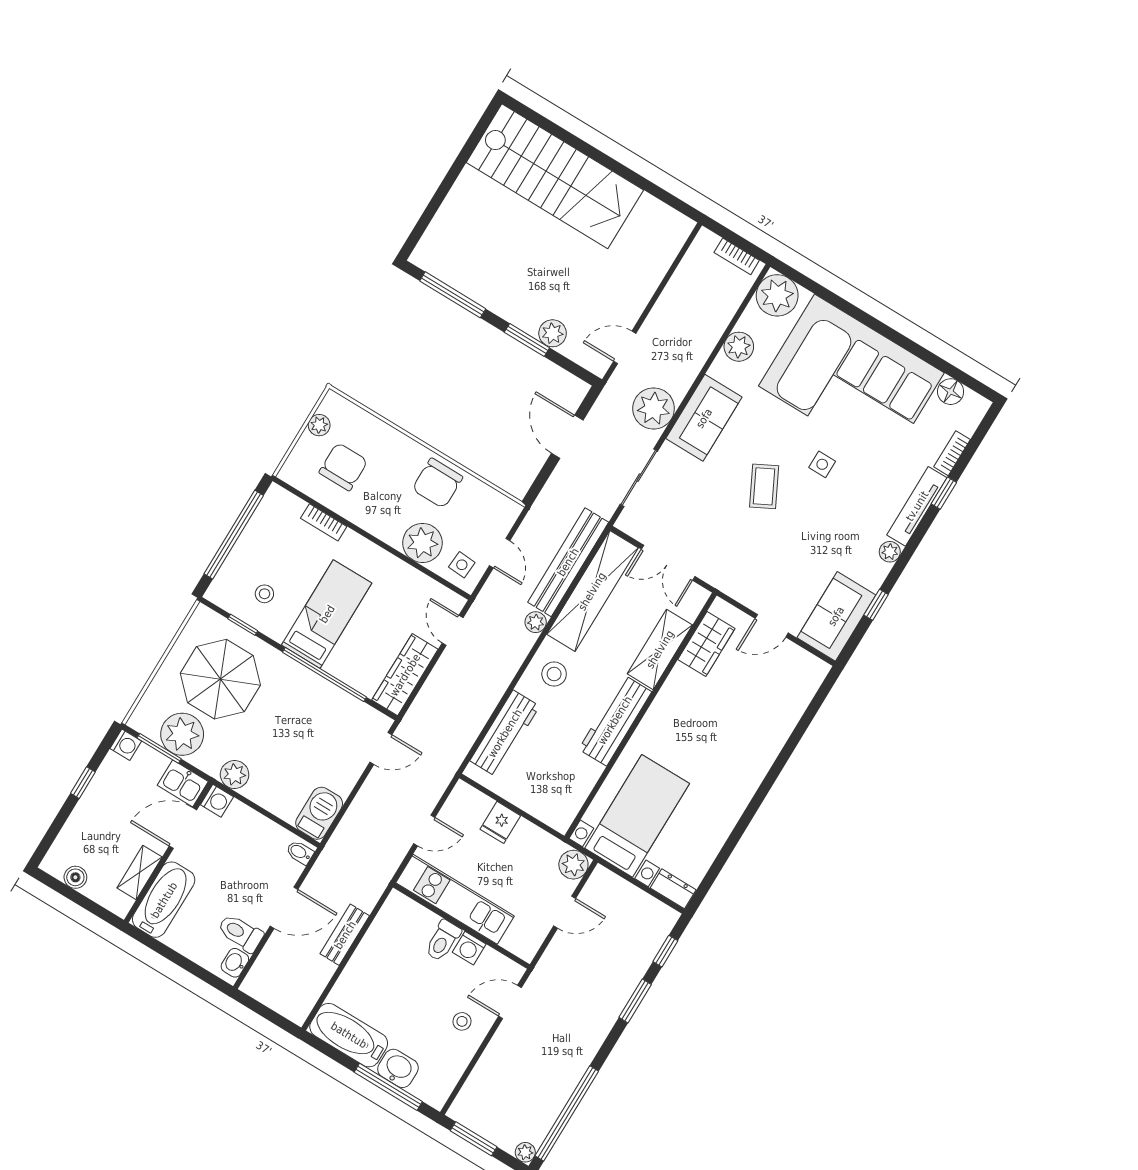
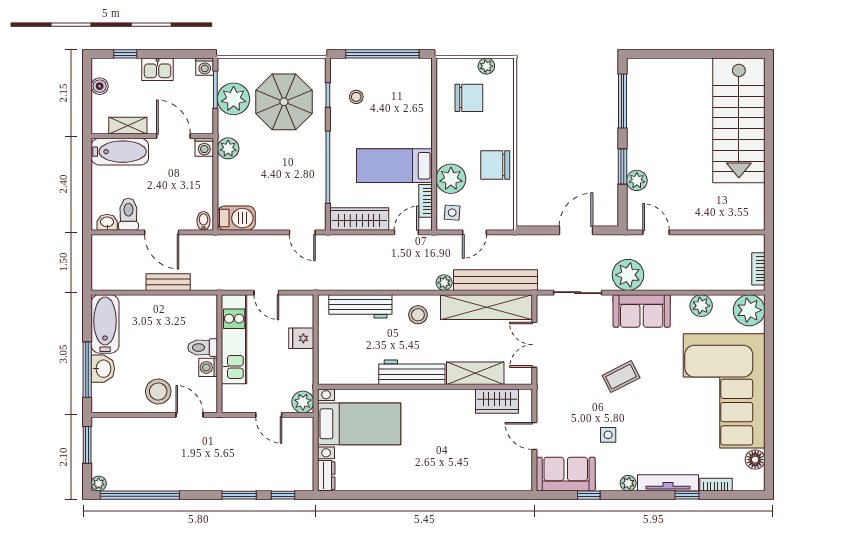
side table: (822, 464) -> (608, 435), moved
bookcase: (324, 522) -> (425, 201), moved
bed: (327, 614) -> (394, 166), moved, turned 180
window: (83, 783) -> (125, 54), moved
kitchen sink: (183, 783) -> (158, 69), moved, turned -90
stool: (462, 1021) -> (158, 391), width x1.89, depth x1.89

